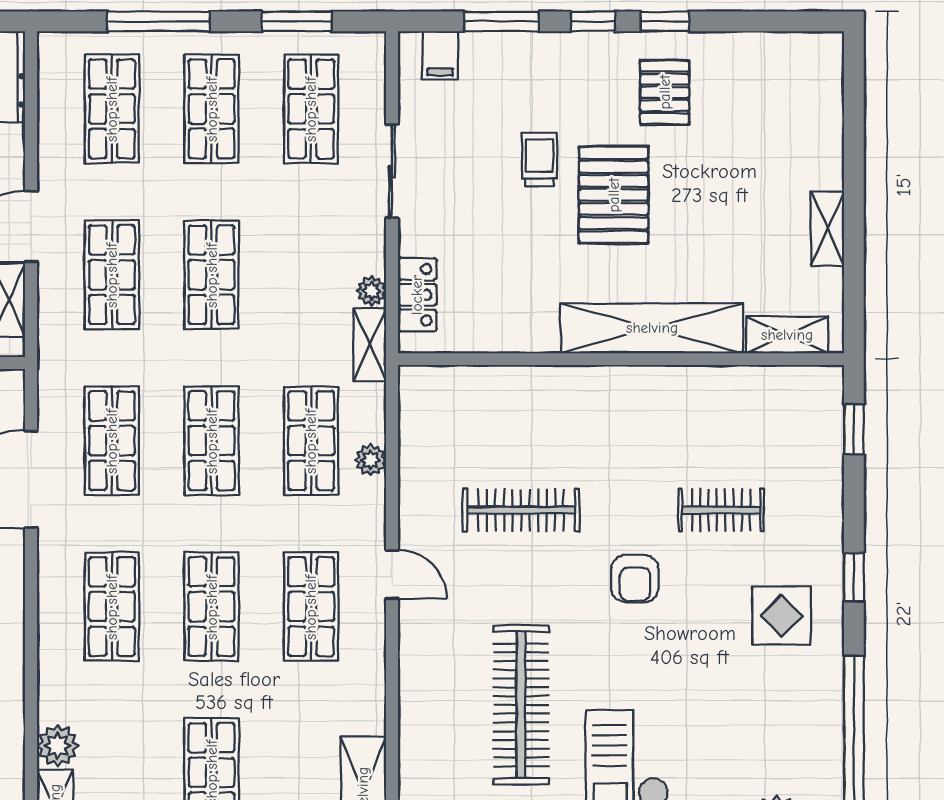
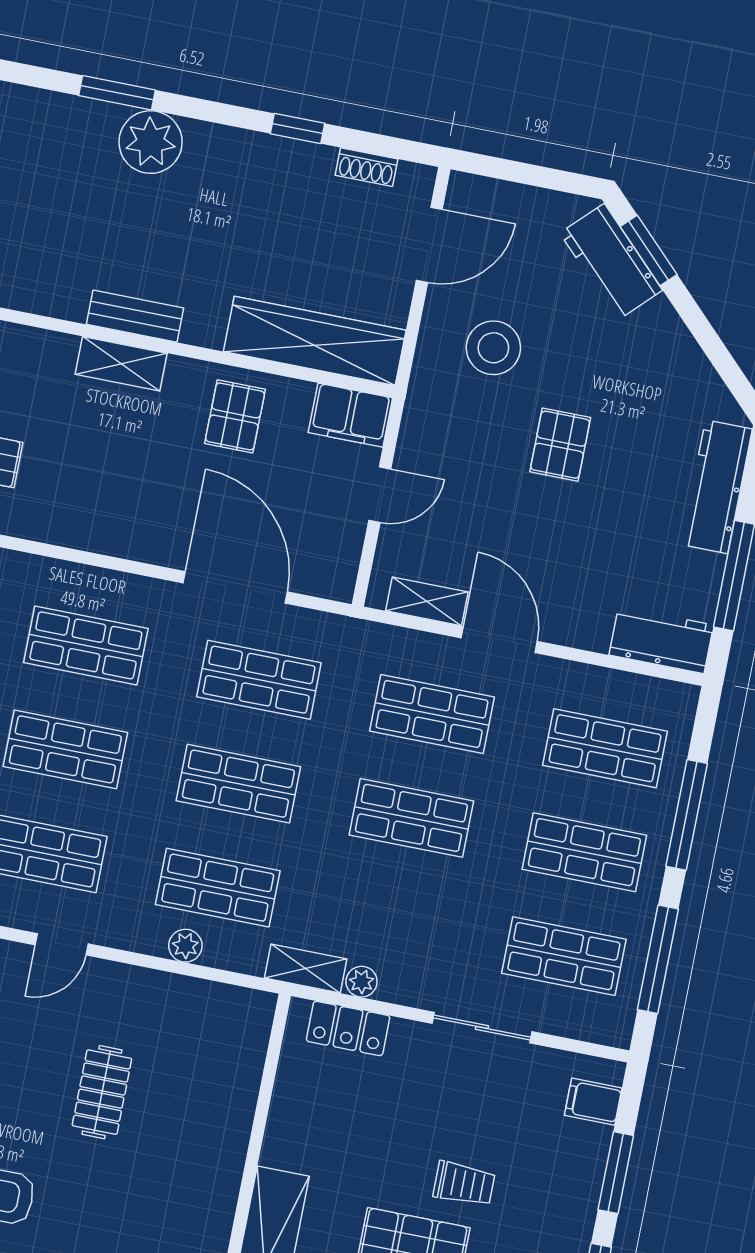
window: (297, 21) -> (658, 959), width x1.44
clothes rail: (521, 510) -> (102, 1092), width x0.73

